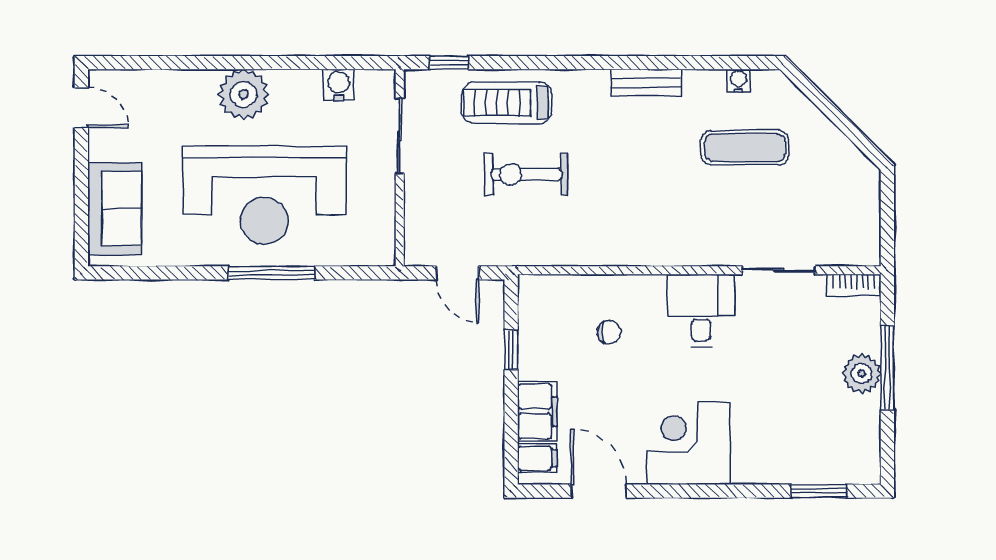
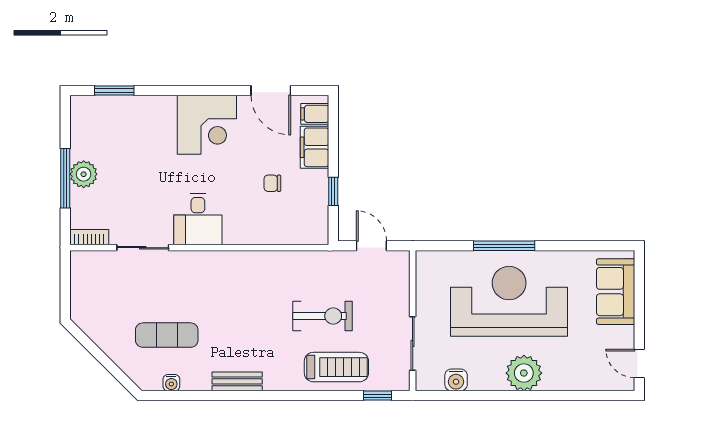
chair: (609, 332) -> (272, 183), moved

